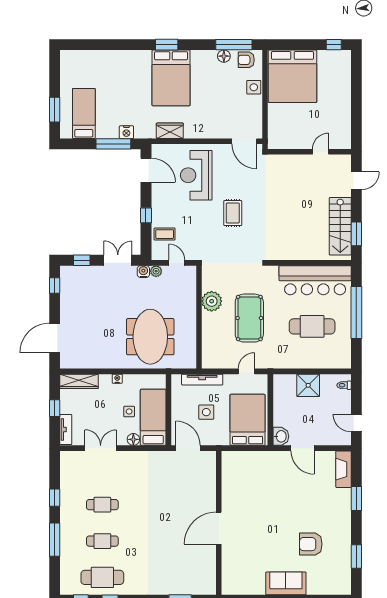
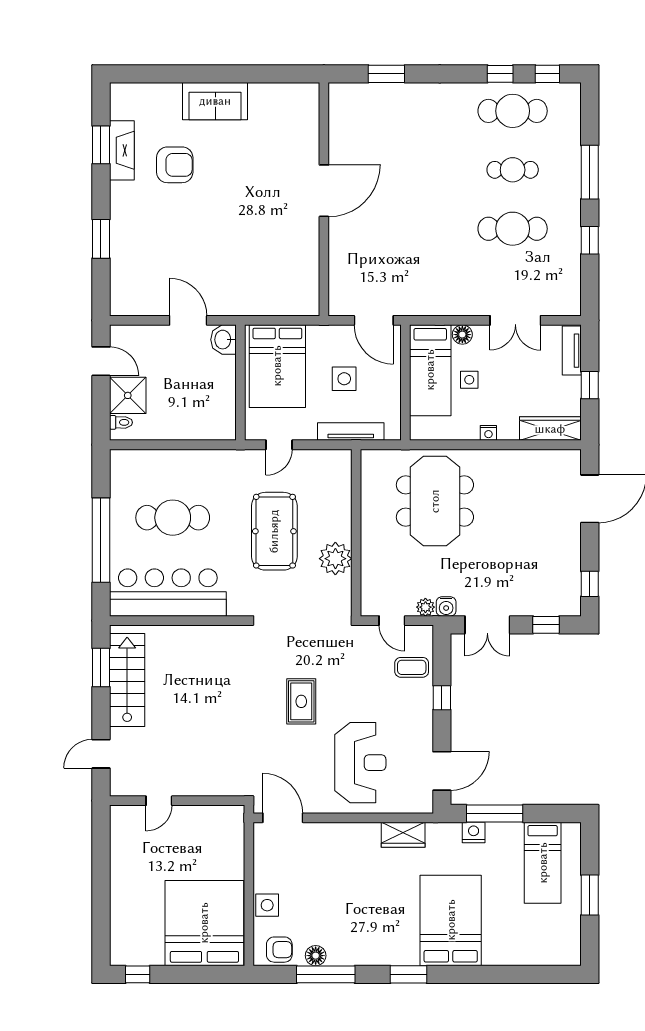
window: (234, 45) -> (326, 974), moved
bed: (171, 78) -> (451, 920), moved
window: (55, 110) -> (590, 895), moved
door: (146, 170) -> (442, 771), swing flipped
shower: (308, 385) -> (128, 395), moved
fireplace: (344, 469) -> (122, 150), moved
cafe table: (102, 505) -> (513, 229), width x1.37, depth x1.35

